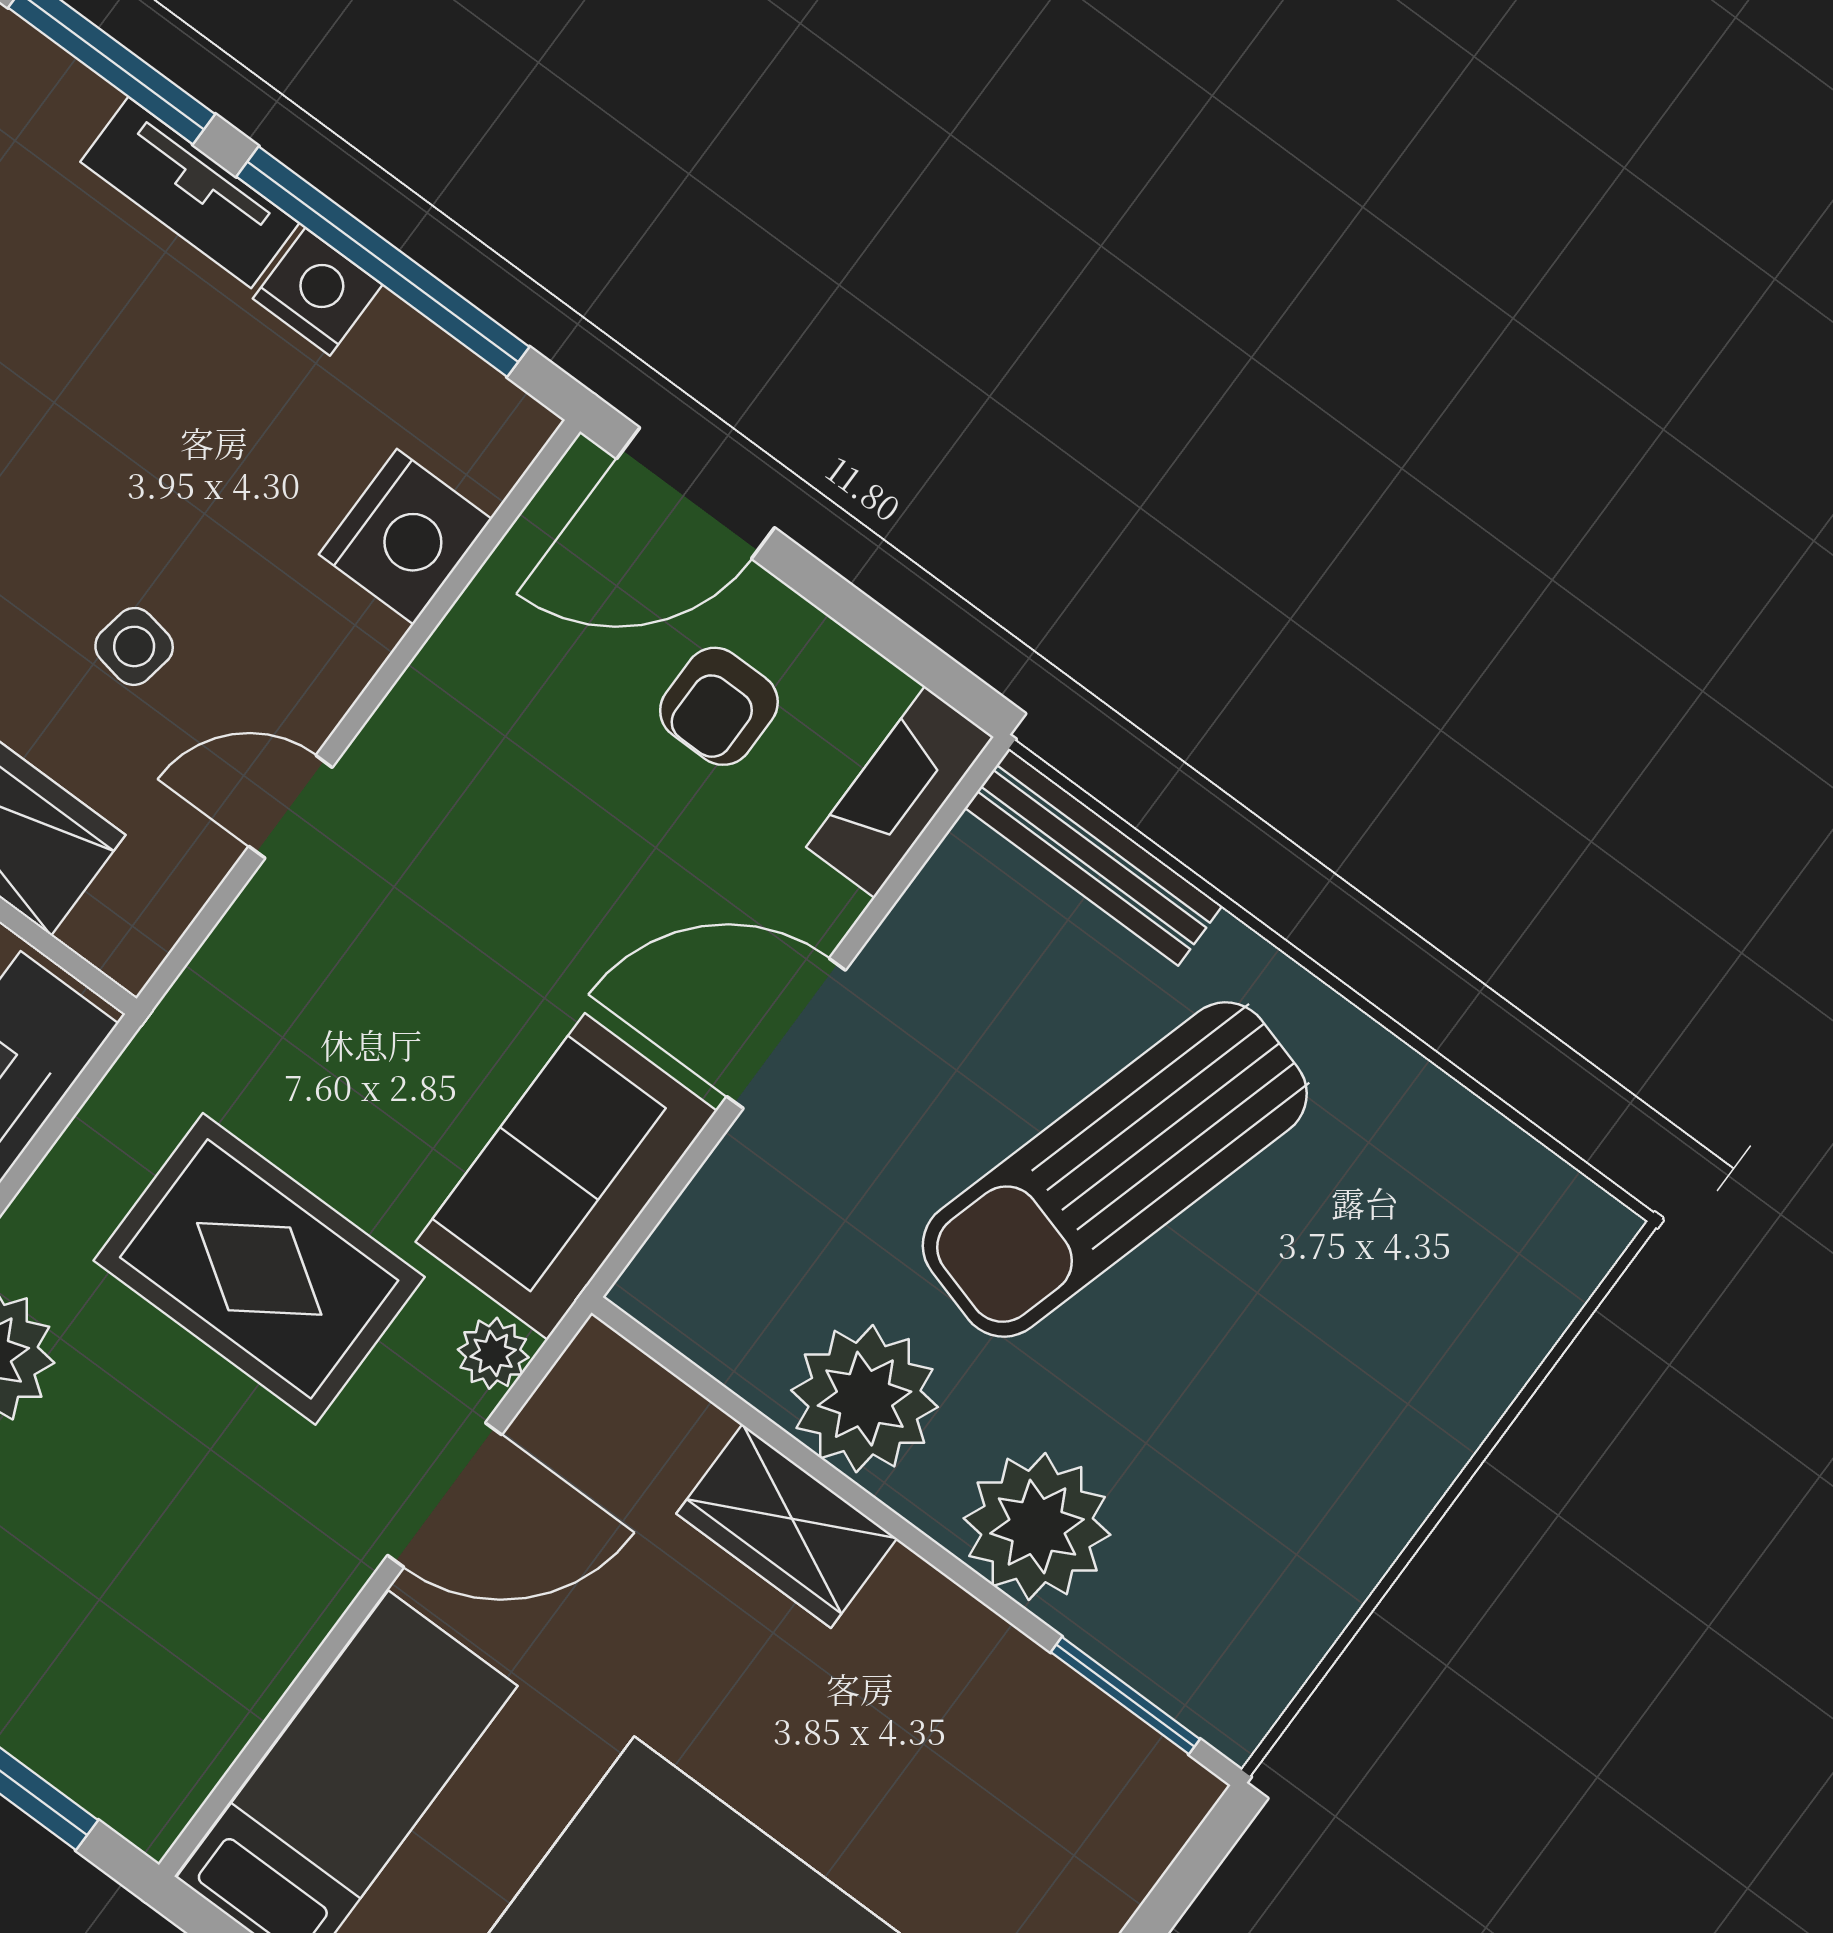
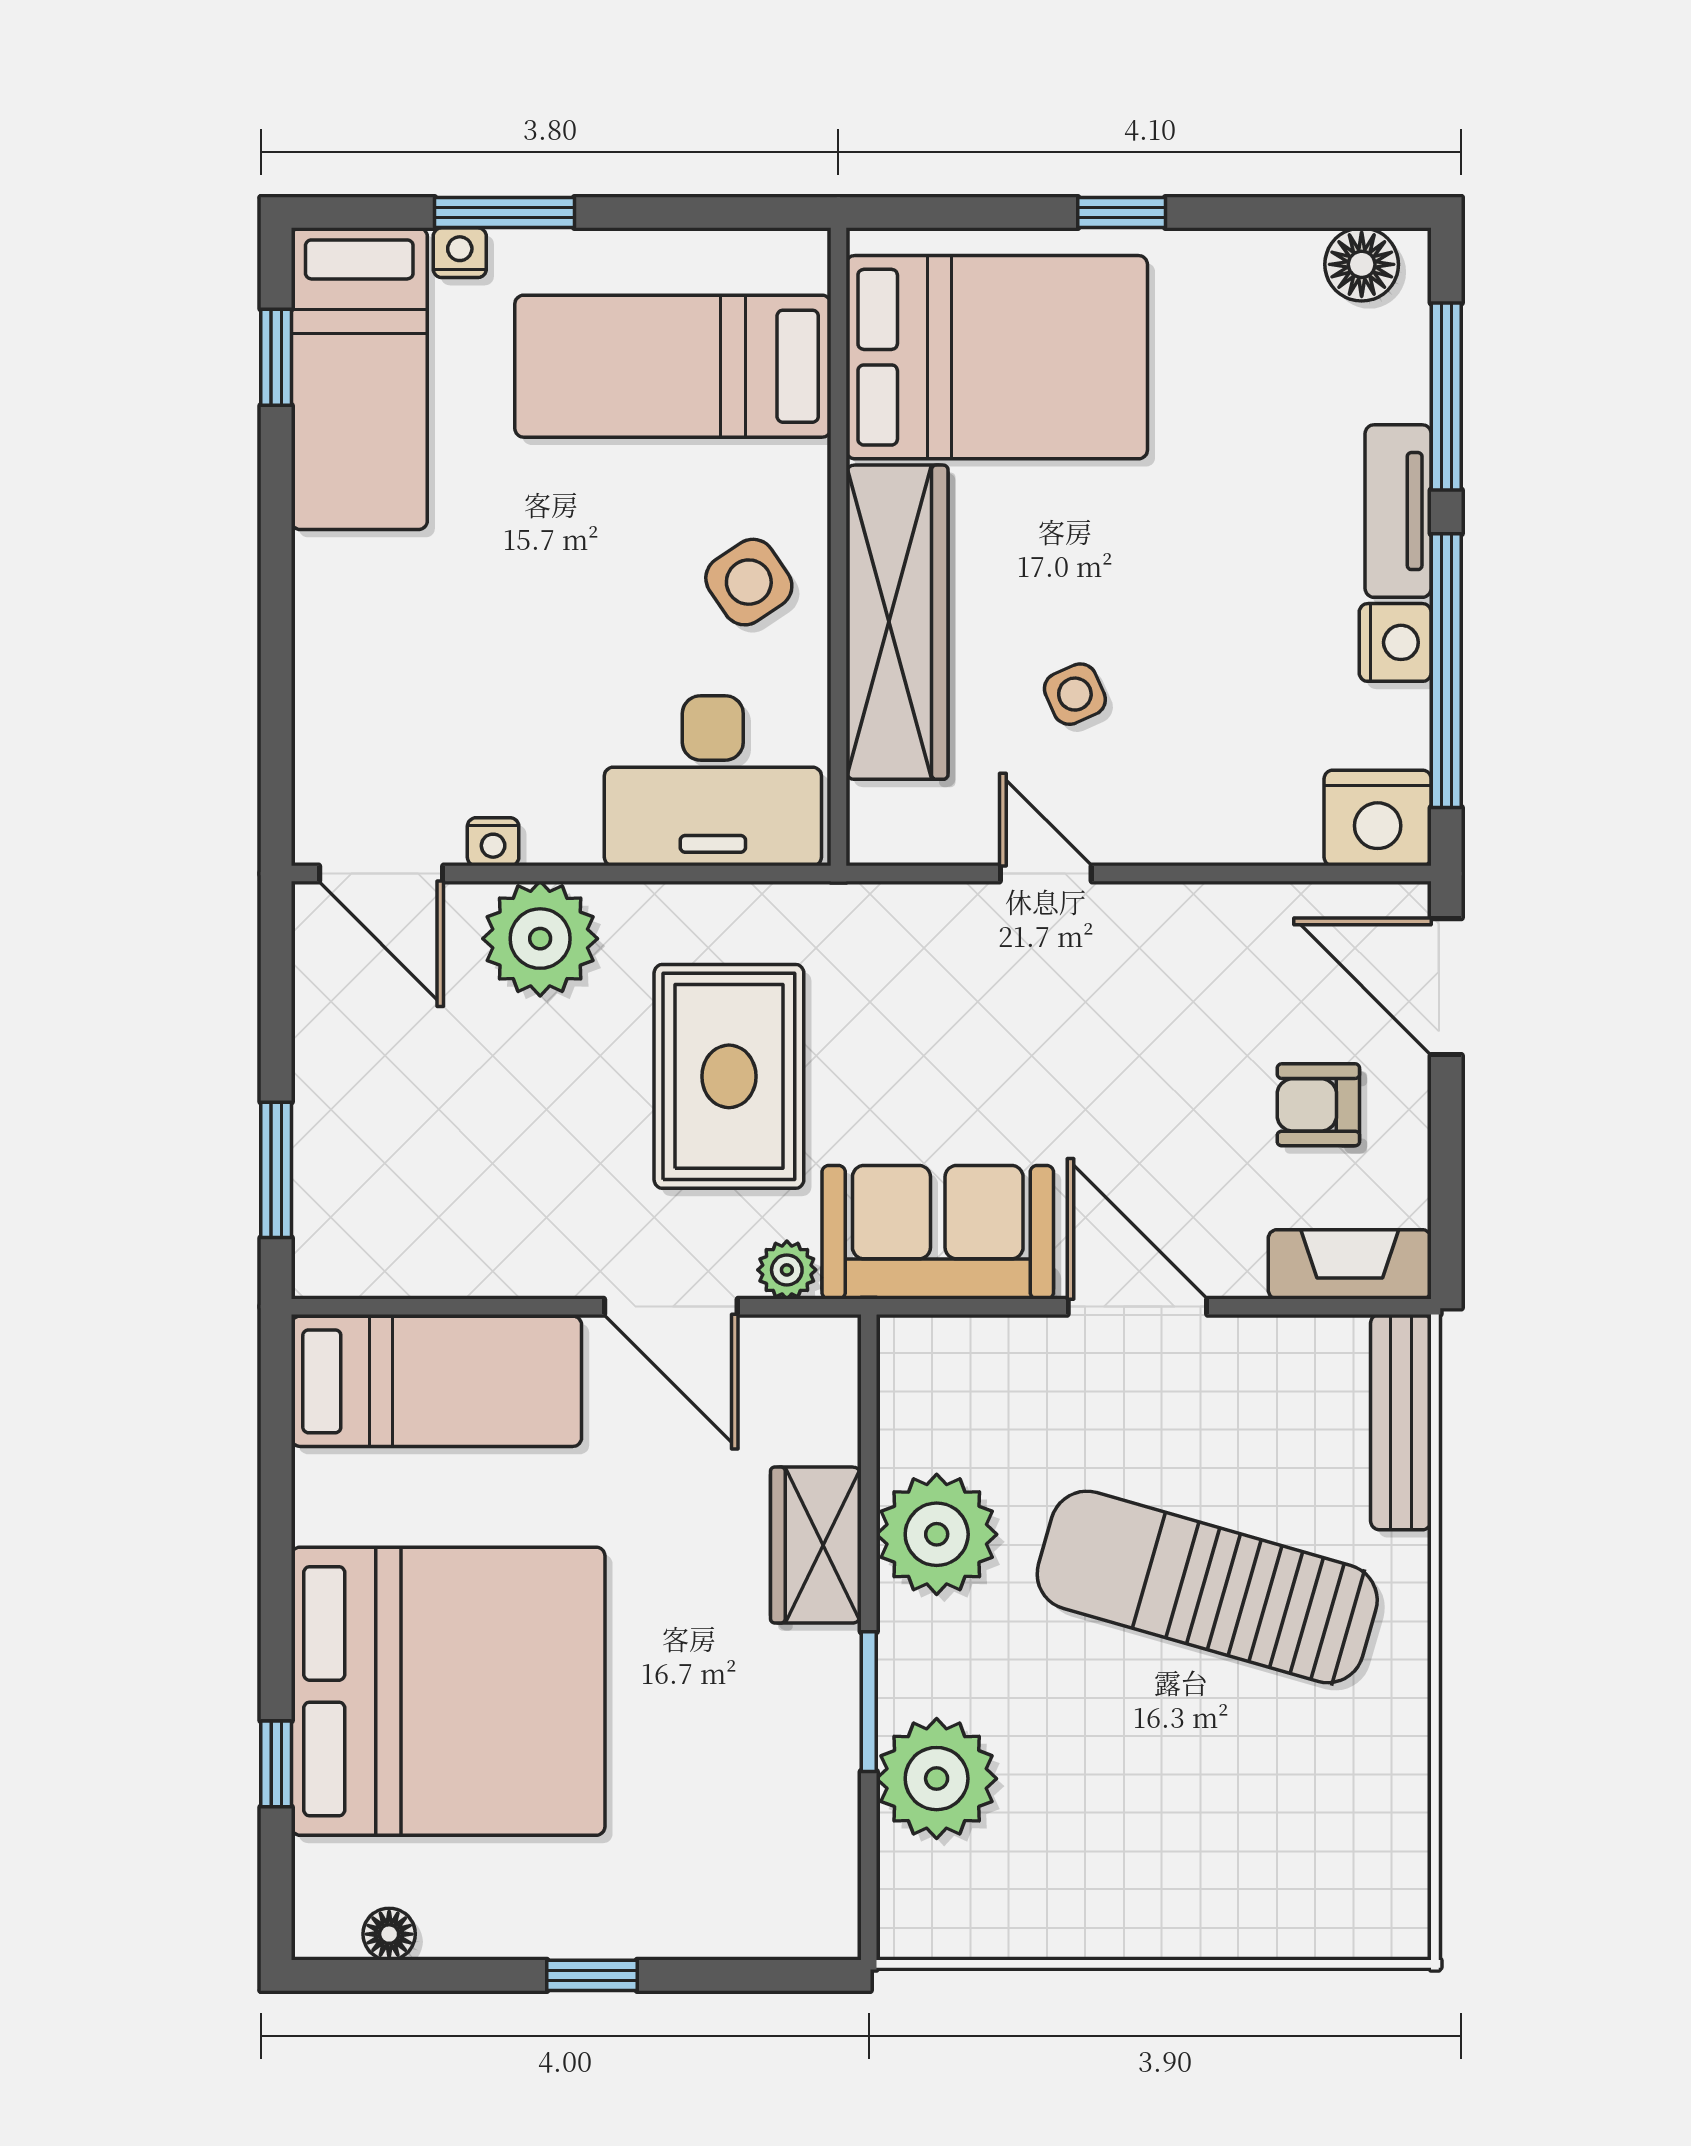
nightstand: (405, 537) -> (1378, 818), moved
side table: (134, 646) -> (1075, 694), turned -34
plant: (1037, 1526) -> (937, 1779), moved
window: (1125, 1696) -> (869, 1702), moved

